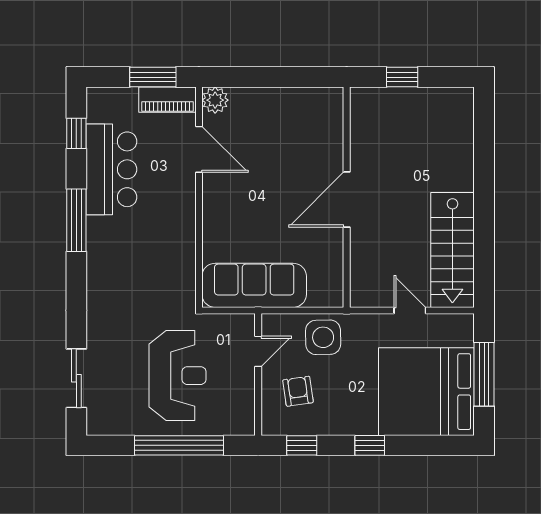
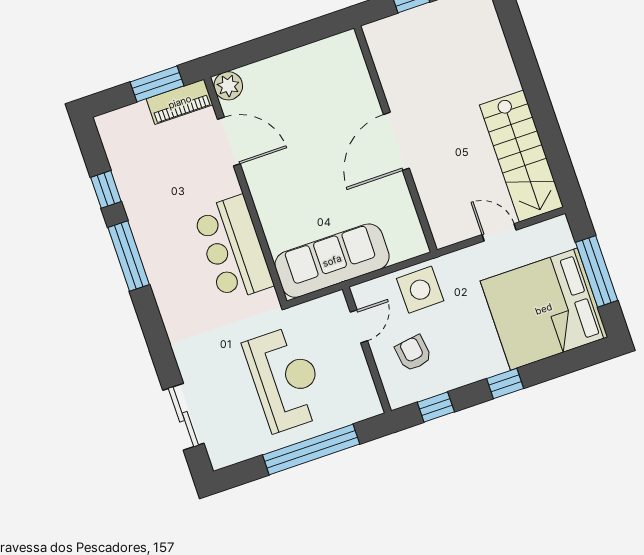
window: (76, 133) -> (106, 189), moved
bar counter: (111, 169) -> (233, 248), moved, turned 180

